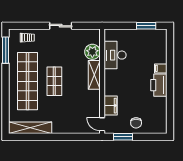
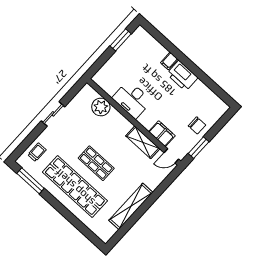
desk: (115, 55) -> (132, 99), moved
shelving: (94, 75) -> (143, 142), moved
shelving: (30, 128) -> (131, 206), moved

